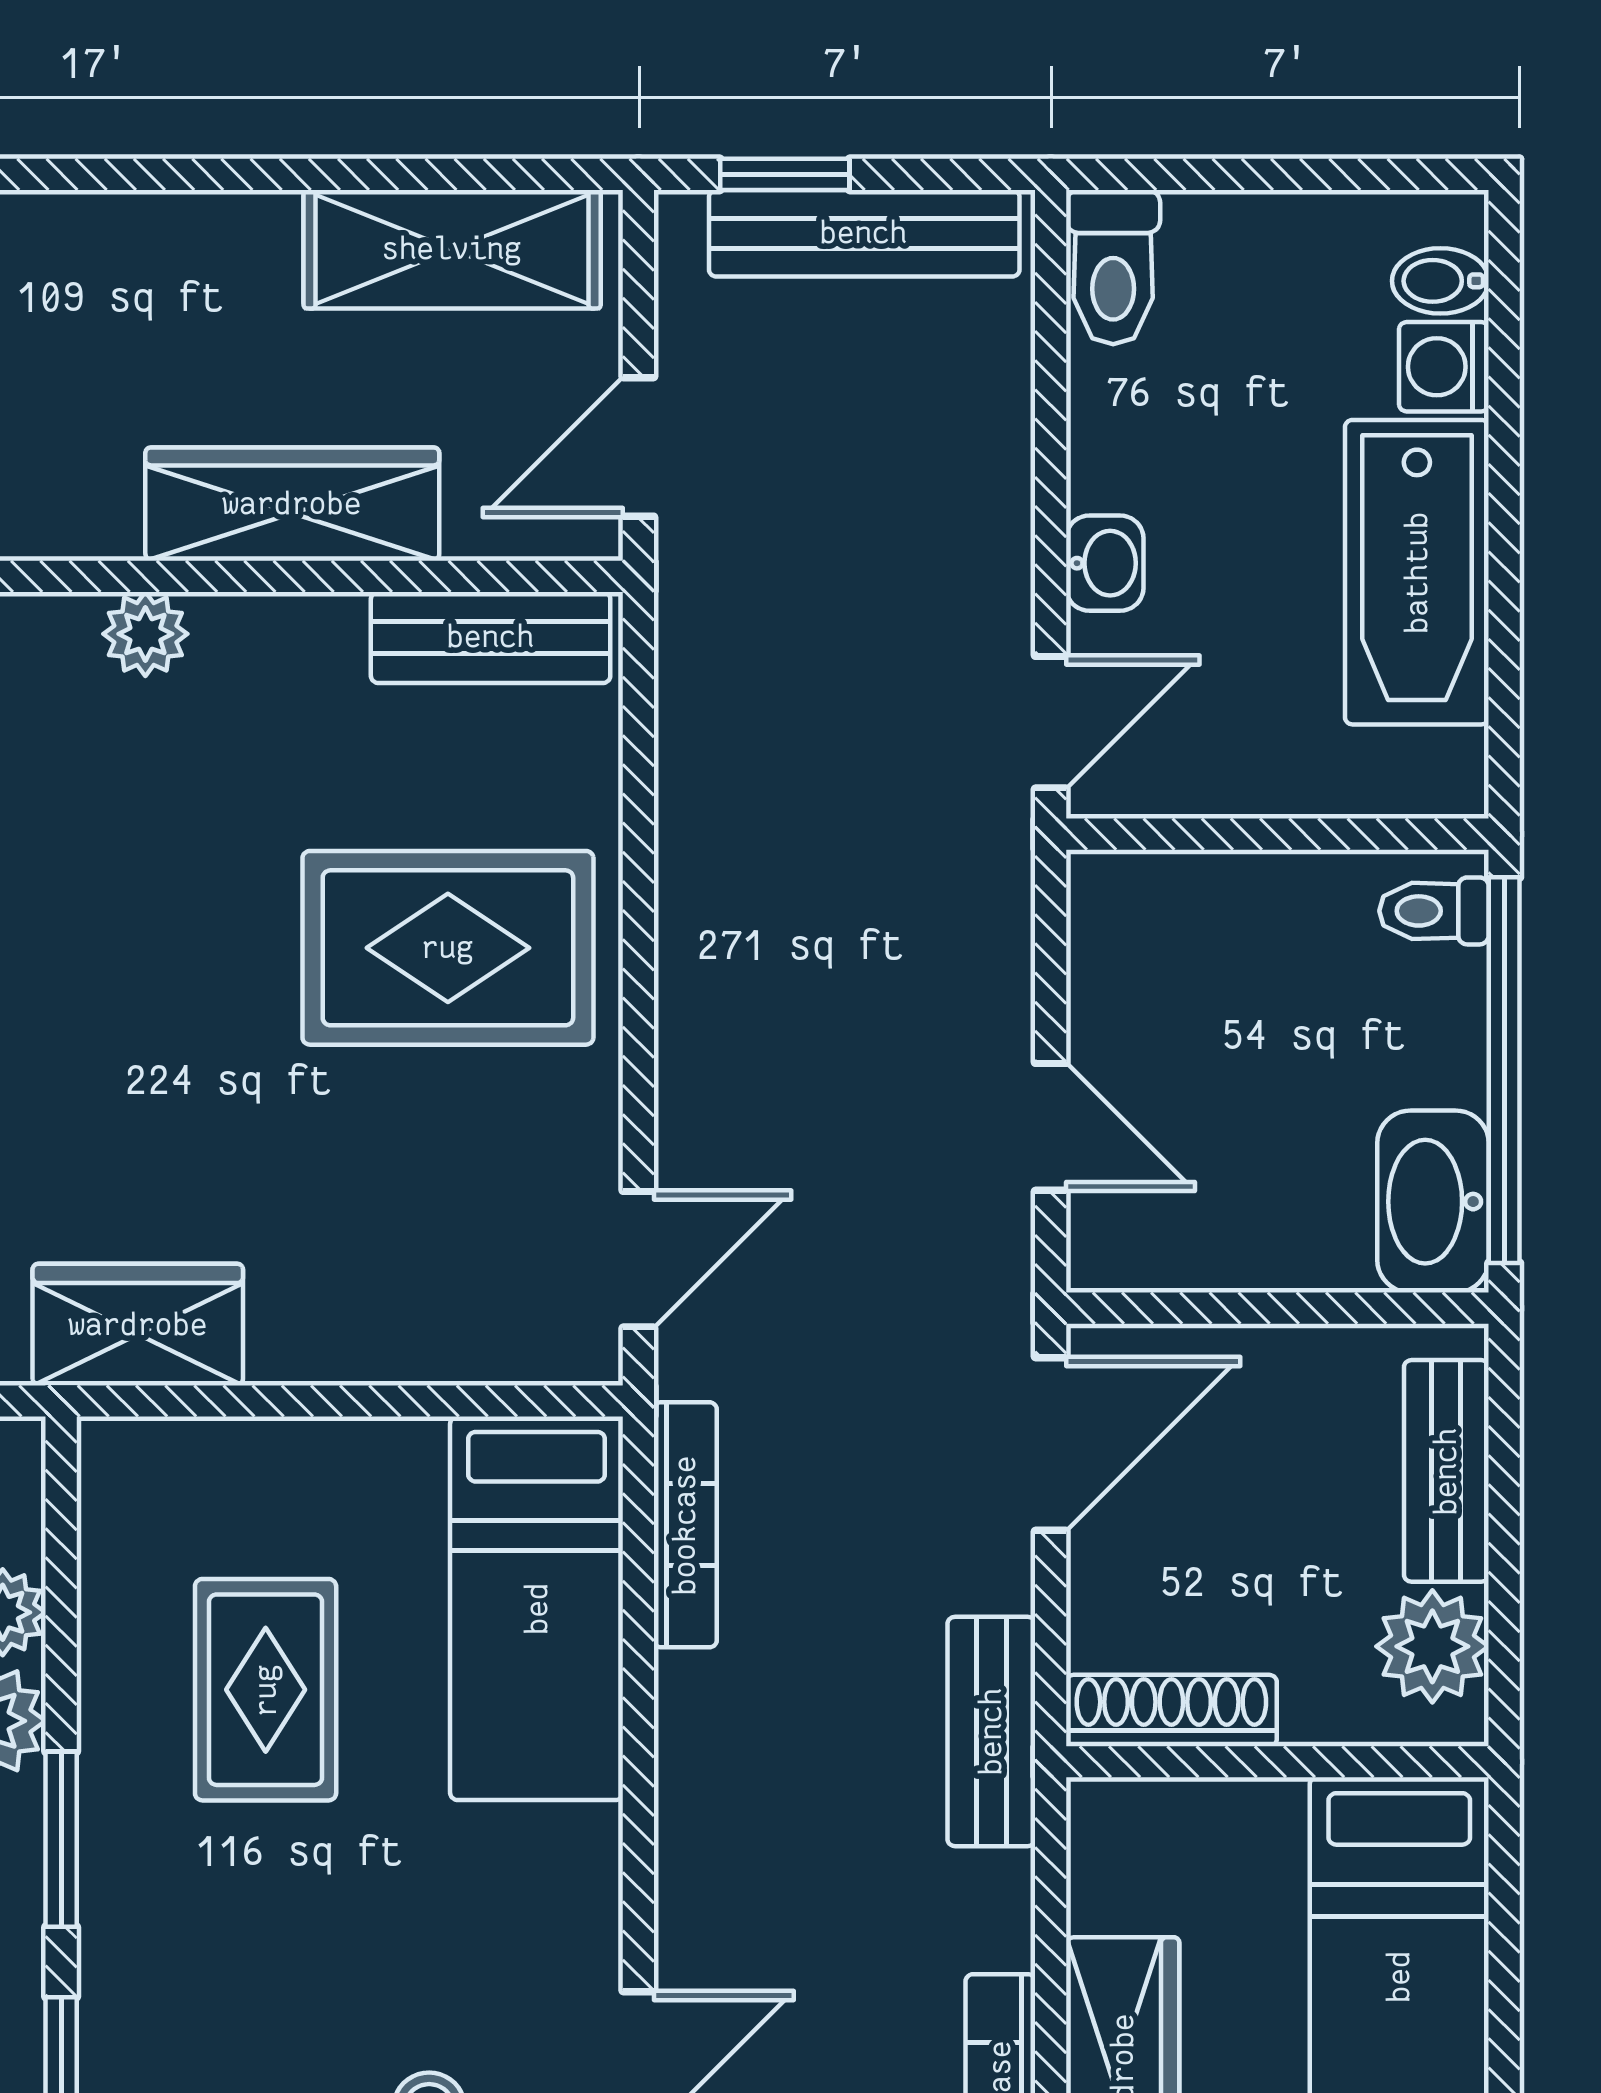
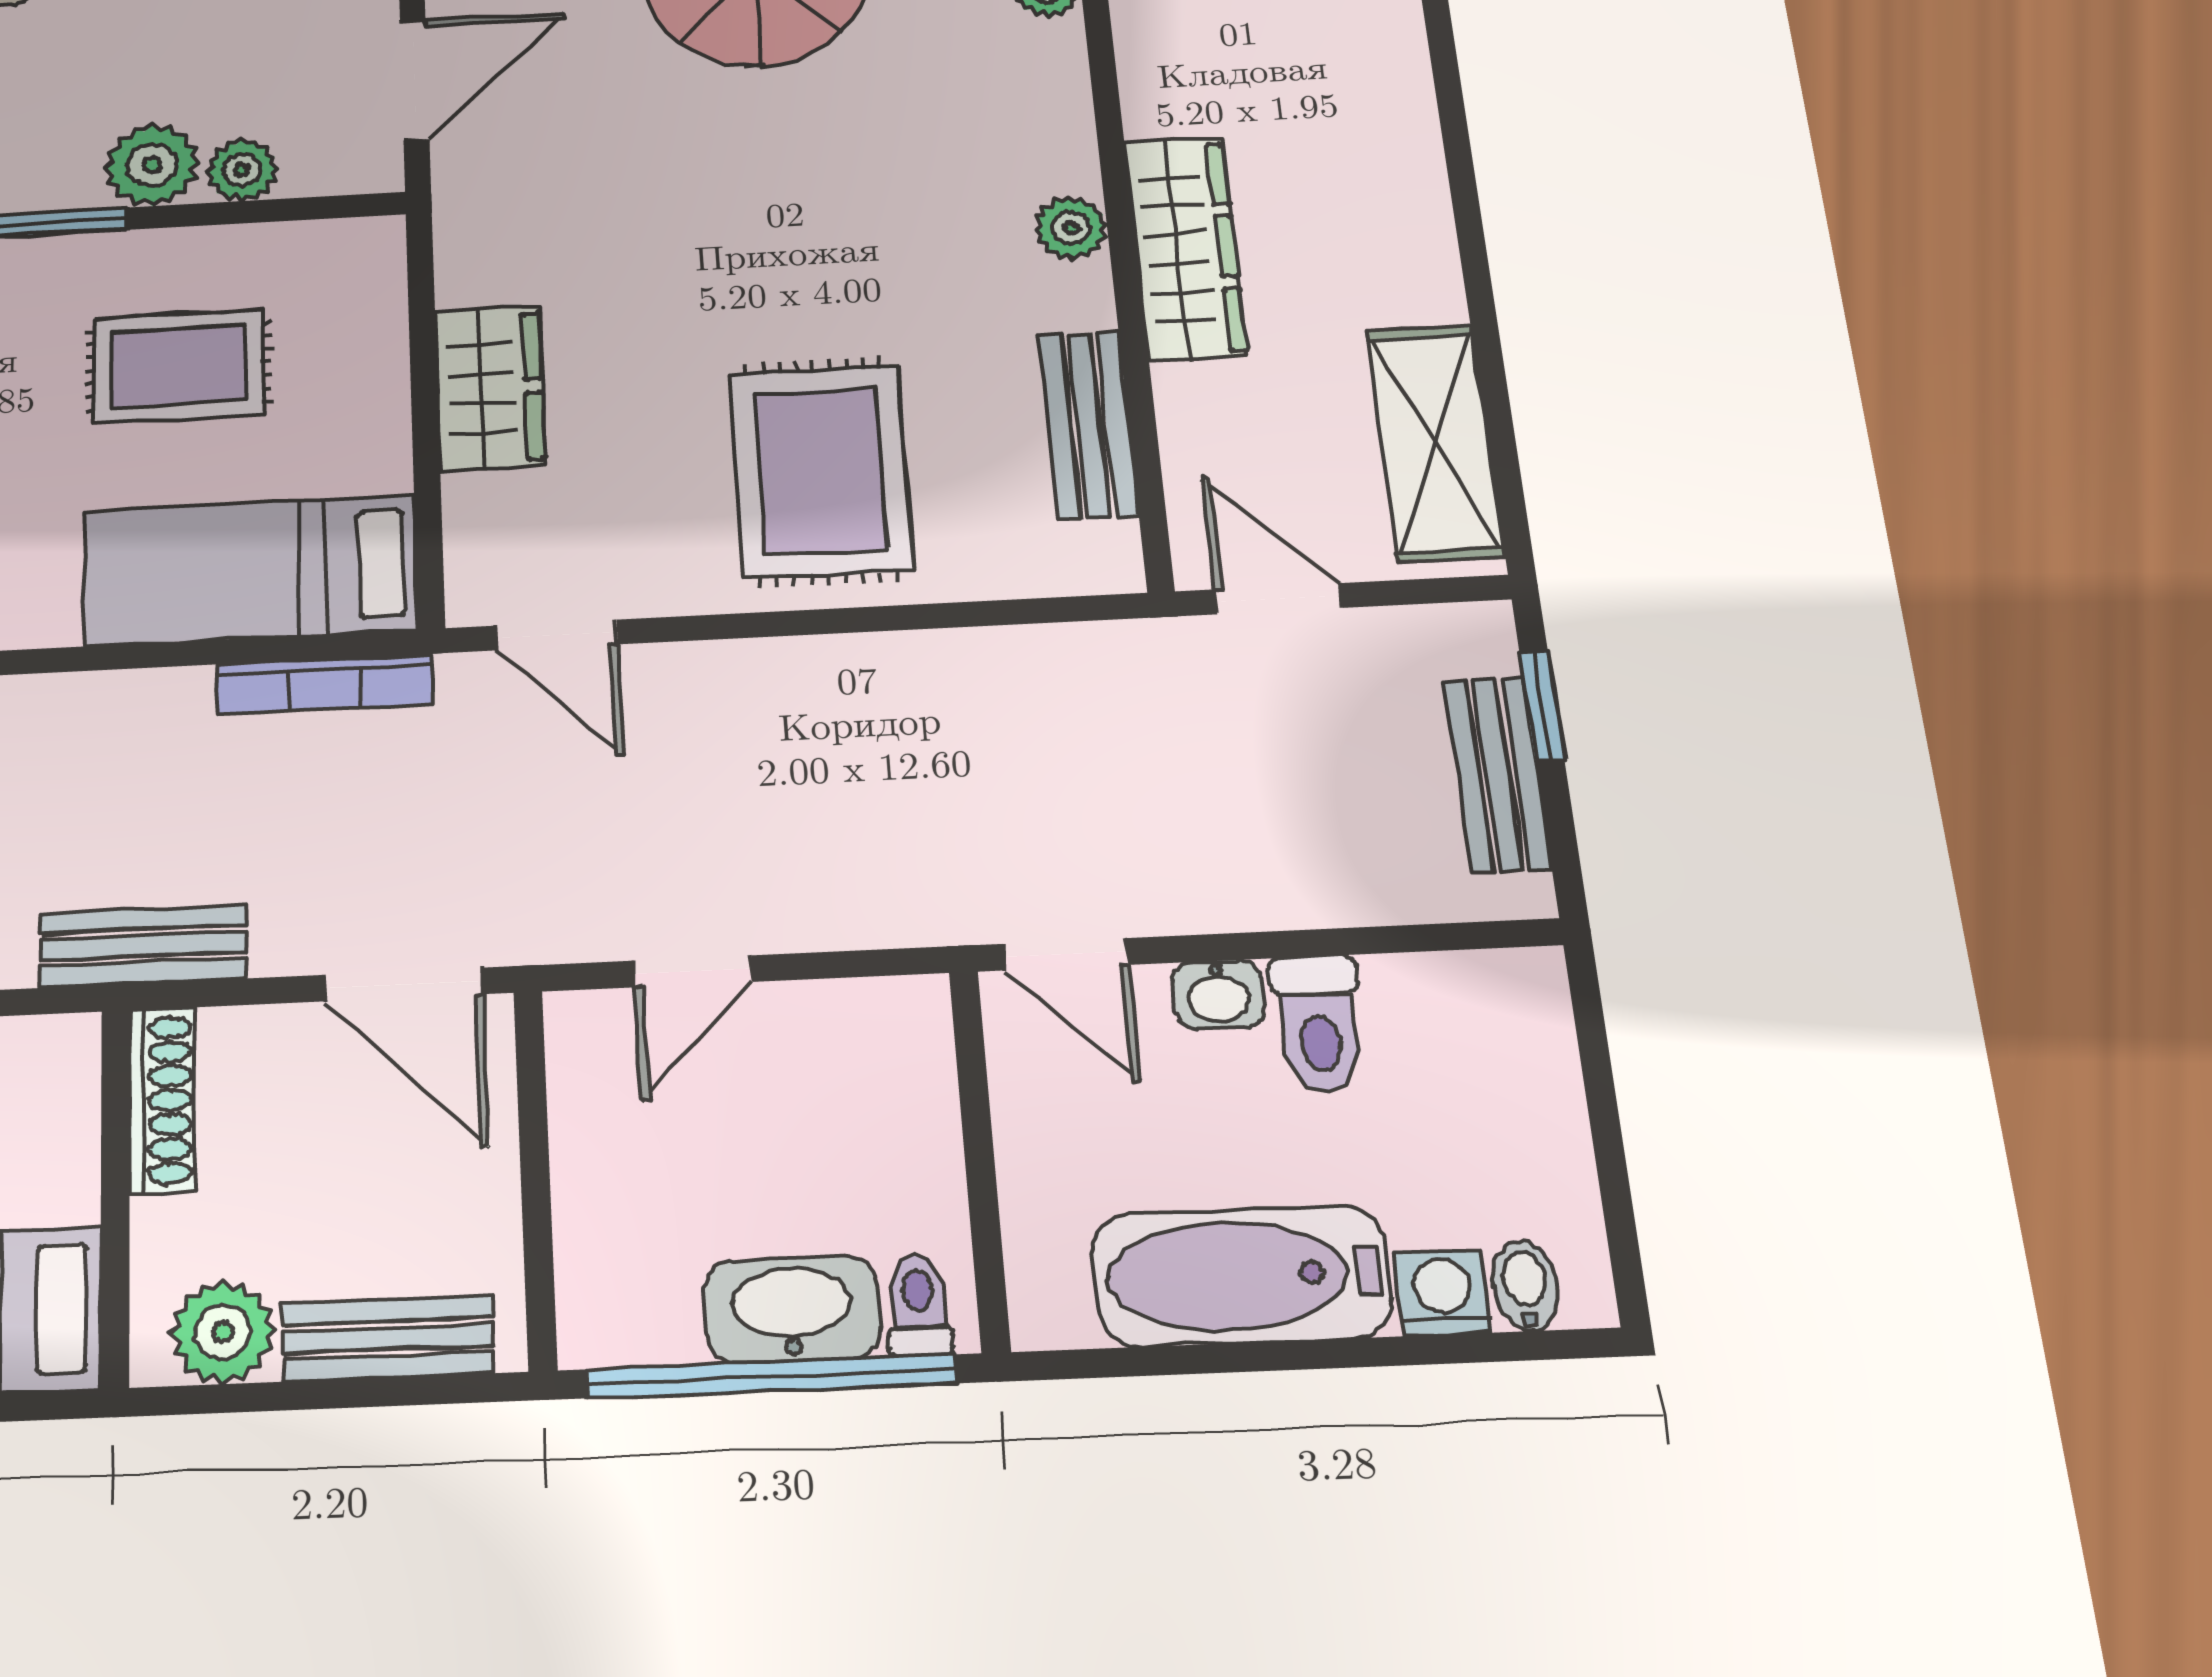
bench: (864, 233) -> (1498, 775), width x0.73
toilet: (1113, 267) -> (1319, 1024), moved, turned -90
wardrobe: (292, 504) -> (1185, 248), moved
bench: (491, 637) -> (1089, 425), moved
washbasin: (1433, 1202) -> (792, 1309), moved
wardrobe: (138, 1325) -> (490, 388), moved

